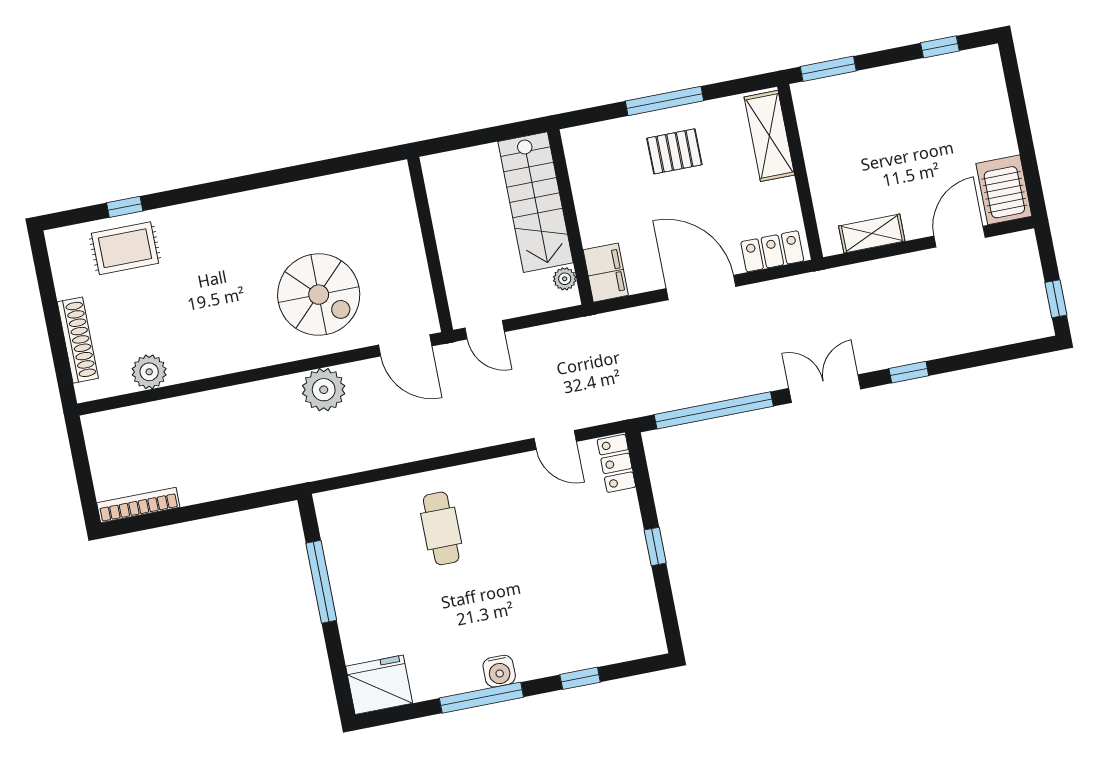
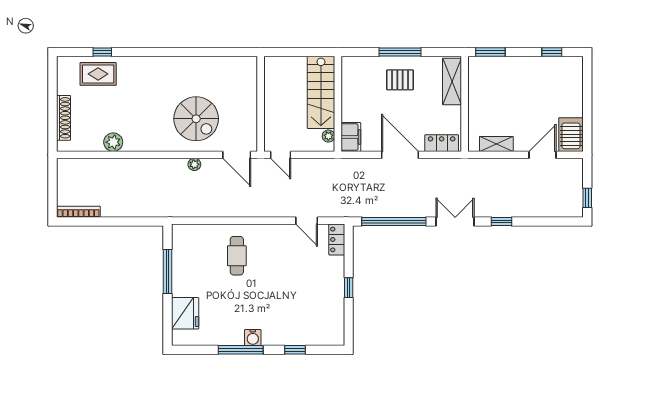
plant: (149, 372) -> (113, 142), moved
plant: (324, 390) -> (194, 164), width x0.53, depth x0.53
fridge: (379, 685) -> (185, 313), moved, turned 90

